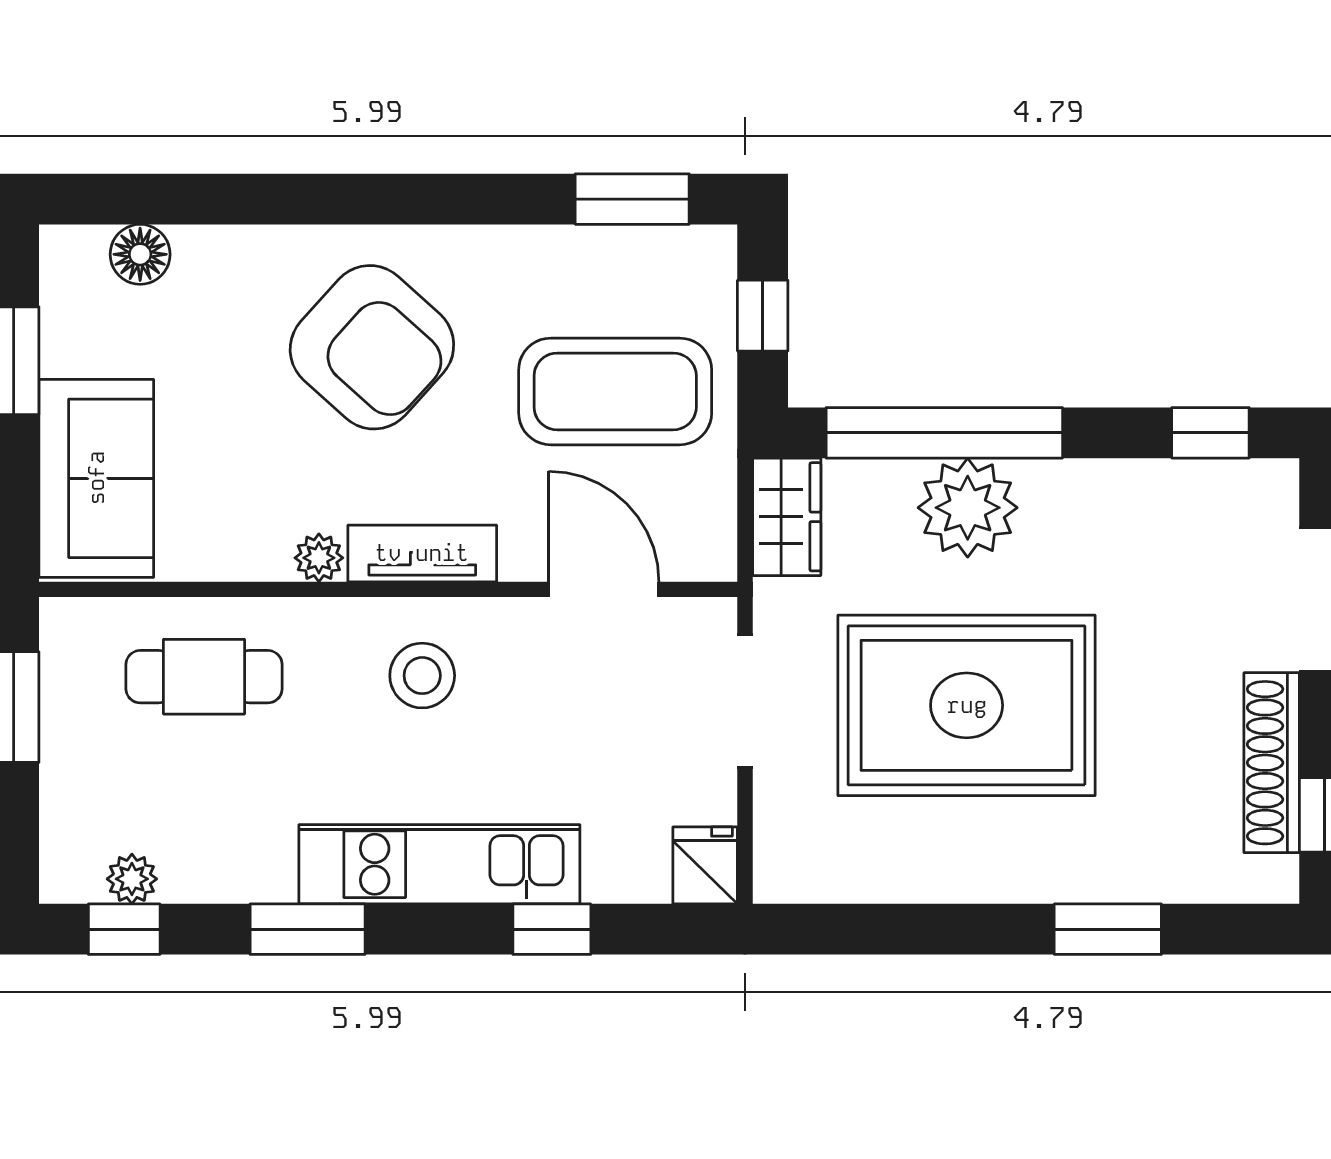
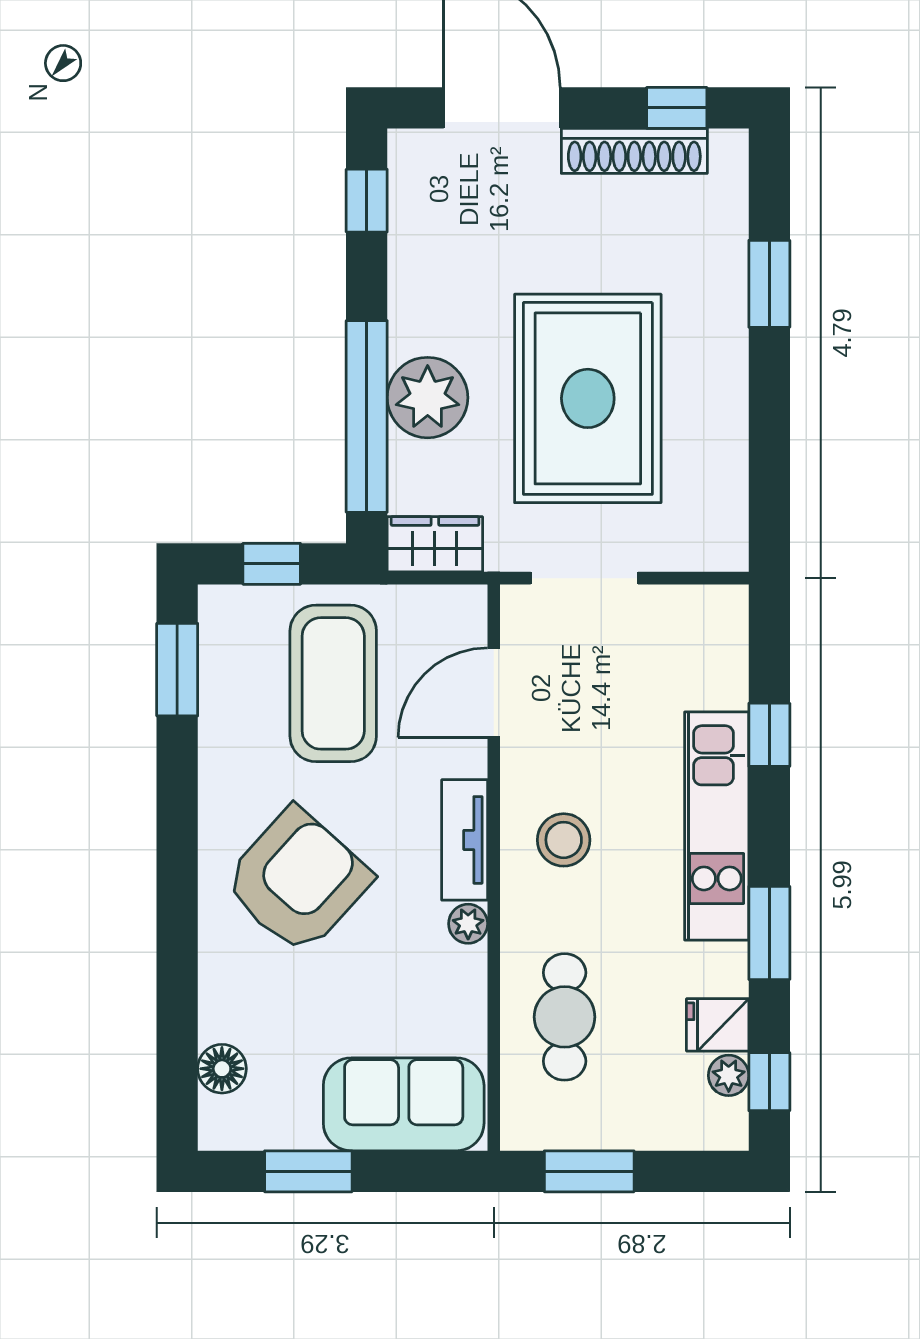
fridge: (705, 865) -> (718, 1025), moved

